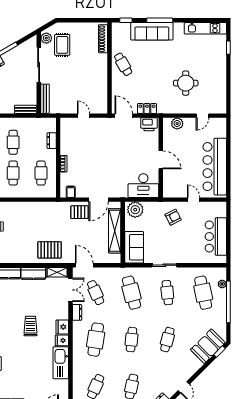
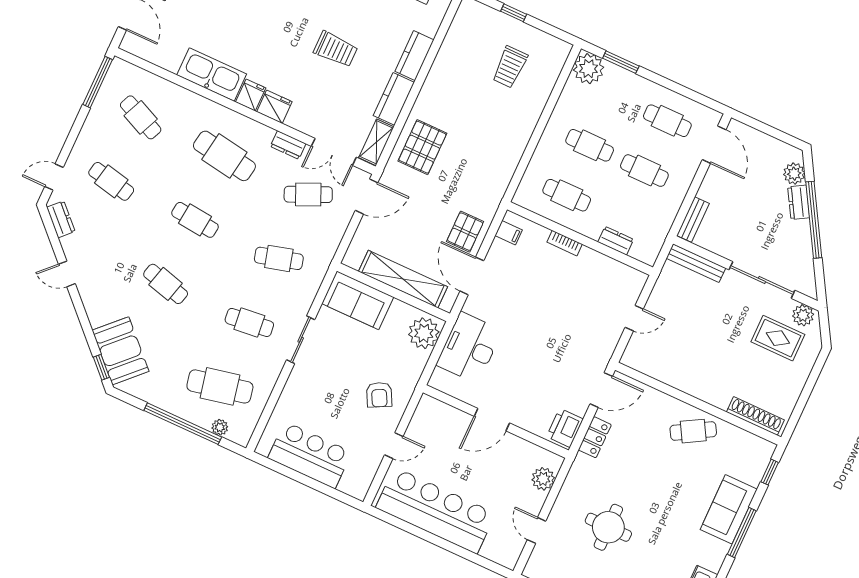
sofa: (152, 31) -> (729, 509), width x0.73
desk: (143, 186) -> (469, 348), moved
cafe table: (132, 293) -> (279, 258), width x0.73, depth x0.74
trolley: (31, 326) -> (336, 49), moved

